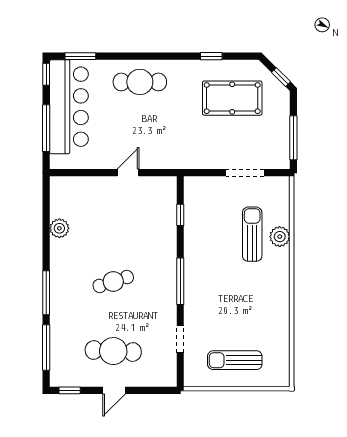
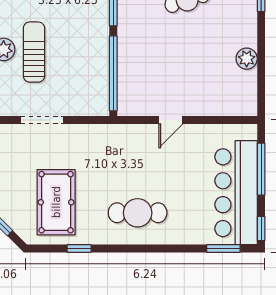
cafe table: (140, 82) -> (138, 213), moved
pool table: (232, 98) -> (56, 202), turned 90
window: (180, 215) -> (113, 73), width x3.17
sun lounger: (252, 234) -> (34, 52), turned 180

